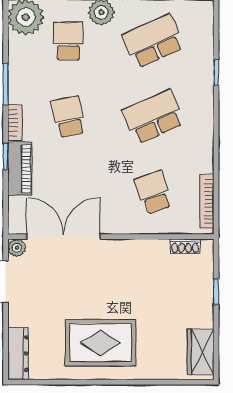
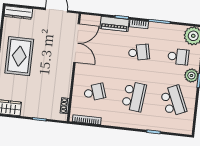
school desk: (153, 117) -> (134, 97), turned 30
plant: (17, 248) -> (74, 18), removed

